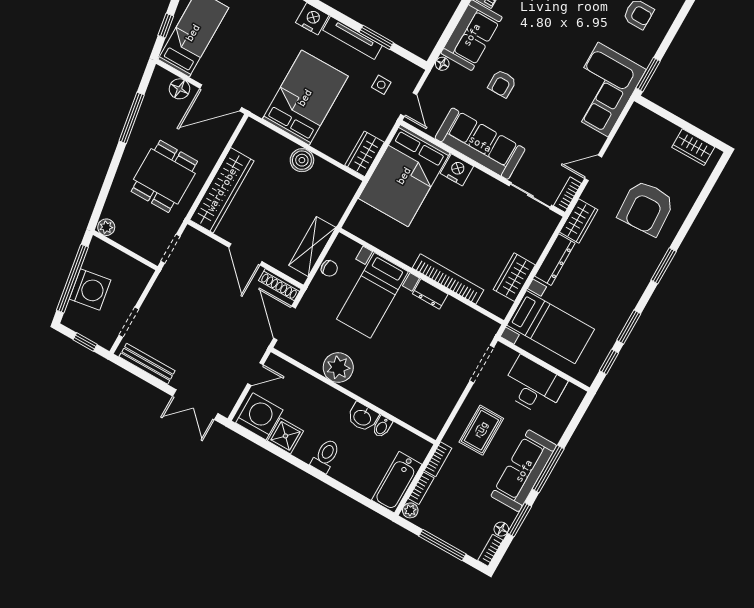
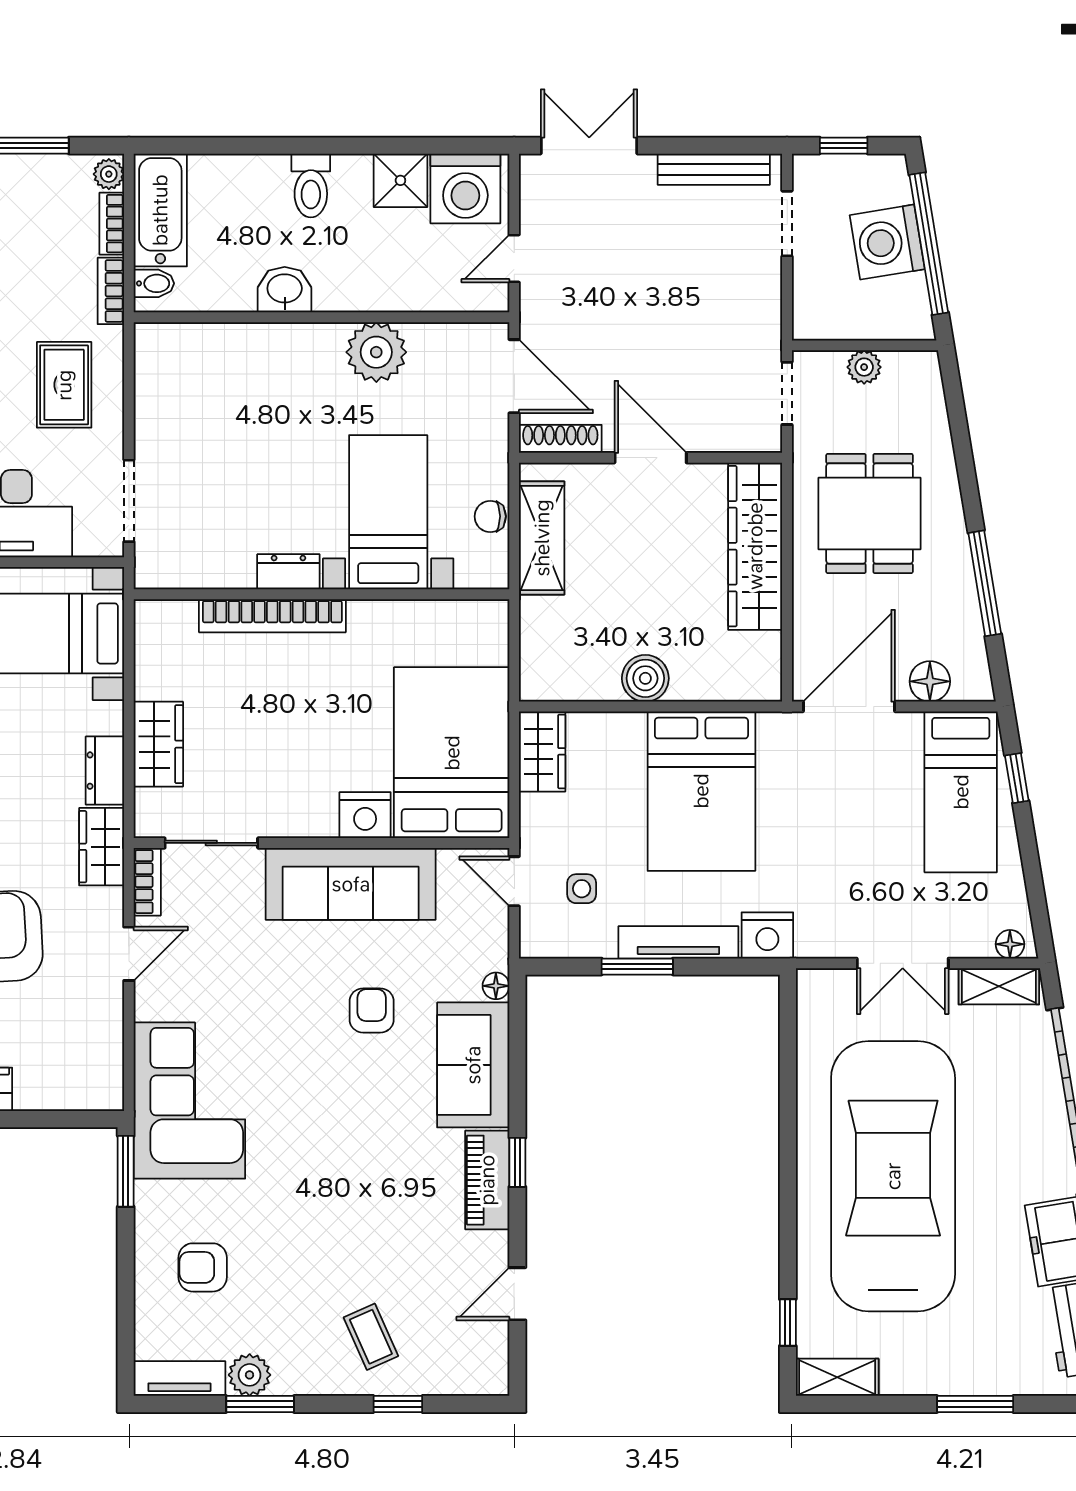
plant: (106, 227) -> (864, 367), moved
dresser: (555, 260) -> (105, 771), width x0.70
wardrobe: (514, 277) -> (158, 744), moved
bidet: (382, 427) -> (154, 283), moved, turned 90

